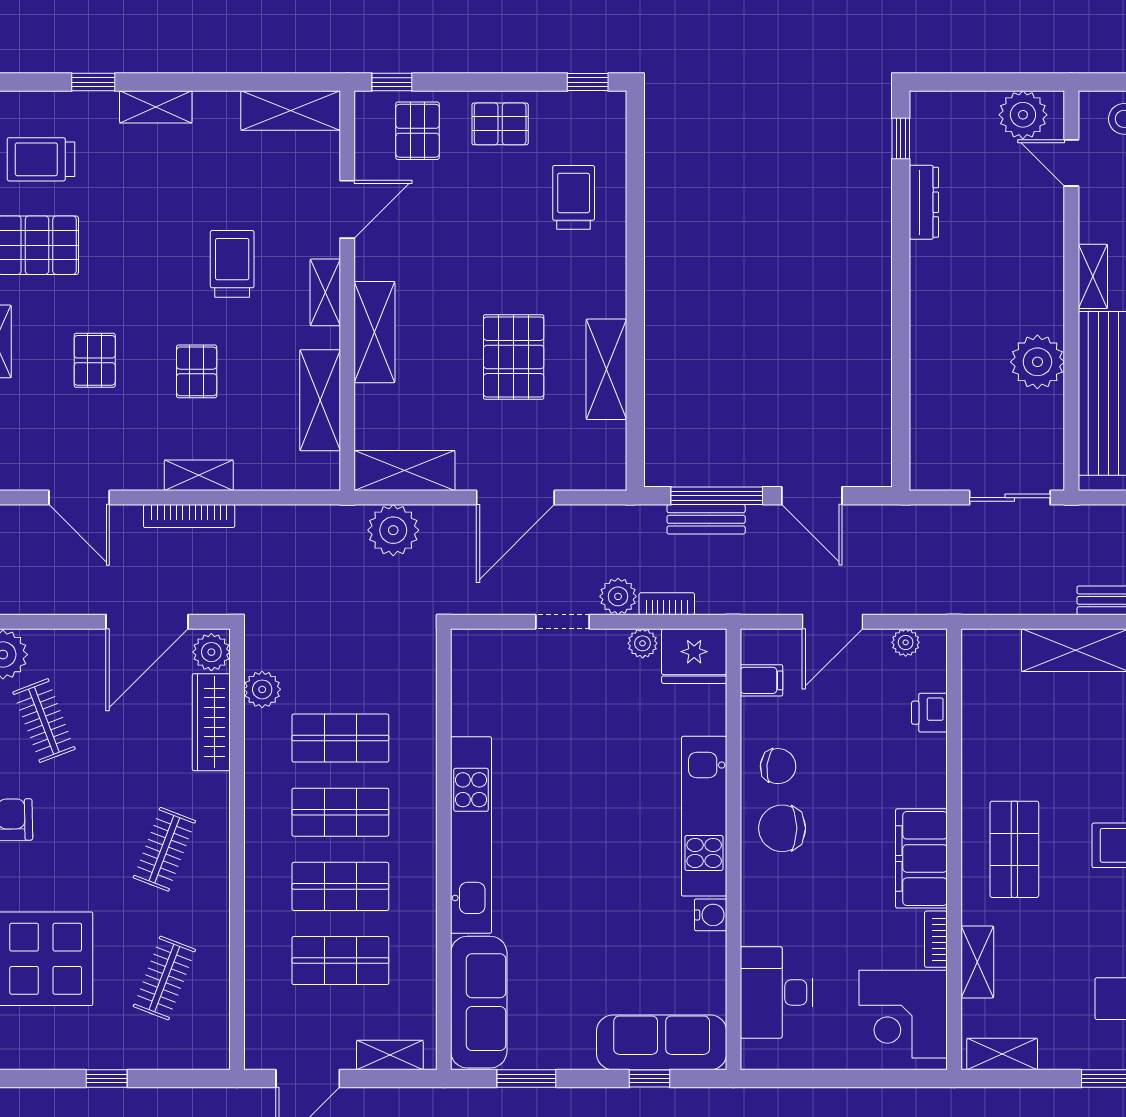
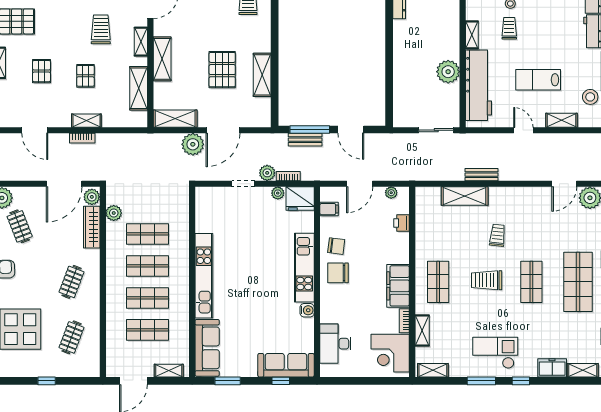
bookcase: (189, 516) -> (82, 138), width x0.64
plant: (393, 530) -> (193, 144), moved

